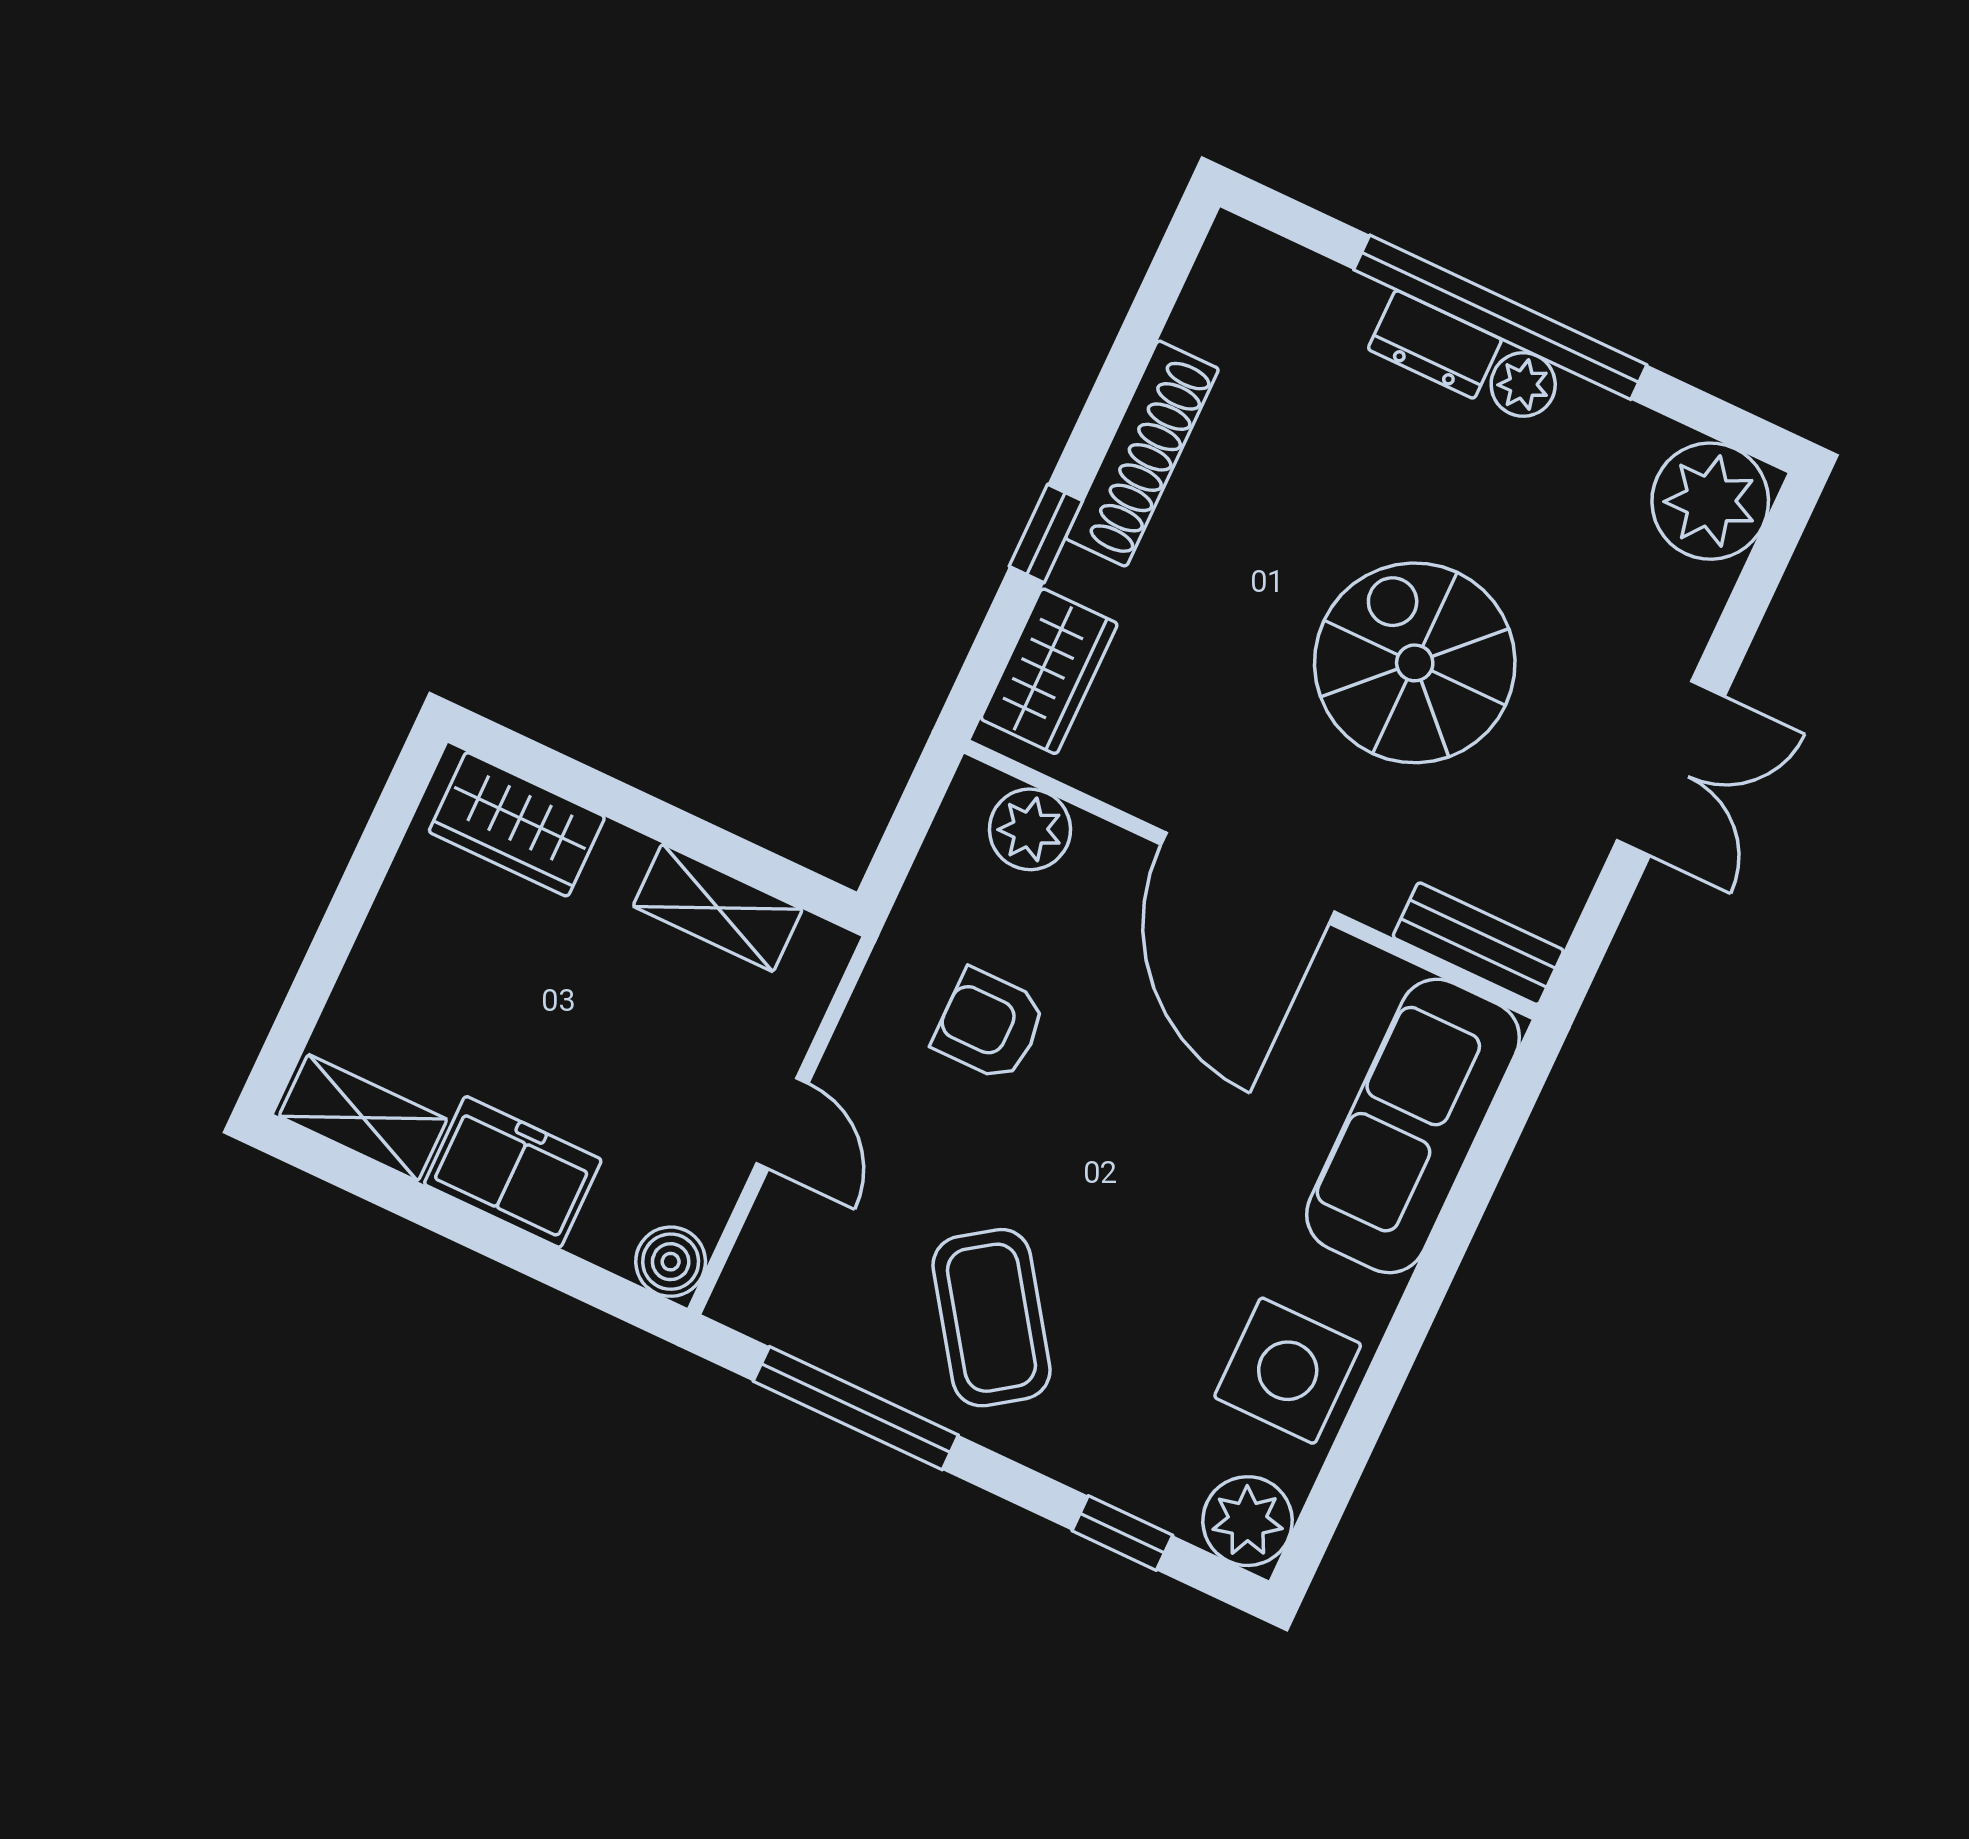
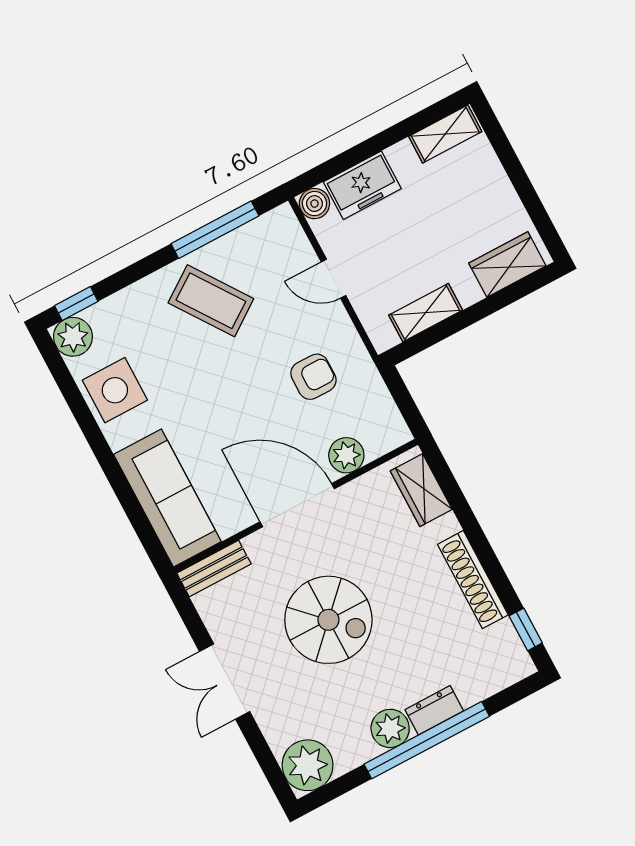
plant: (1523, 384) -> (390, 728), width x1.38, depth x1.38
window: (1046, 534) -> (526, 629), moved
plant: (1030, 829) -> (346, 455), moved
freezer: (513, 1172) -> (362, 185), moved
window: (1122, 1533) -> (76, 304), moved

